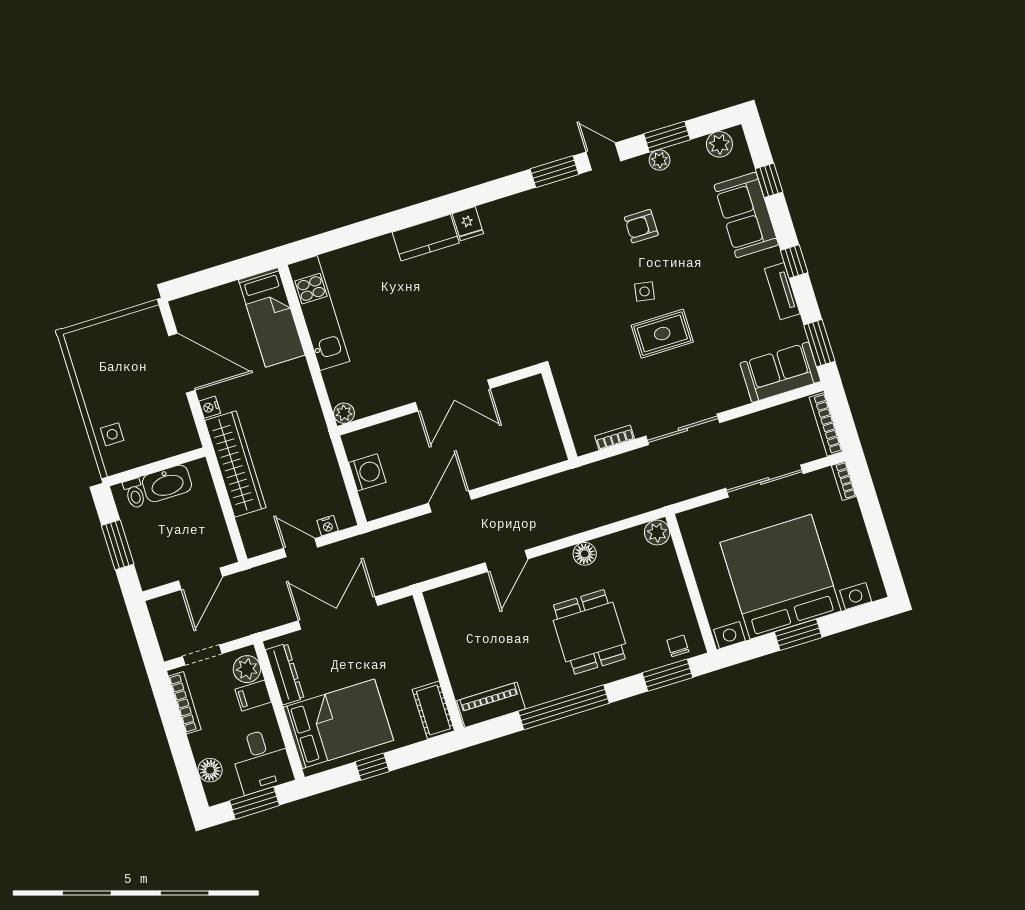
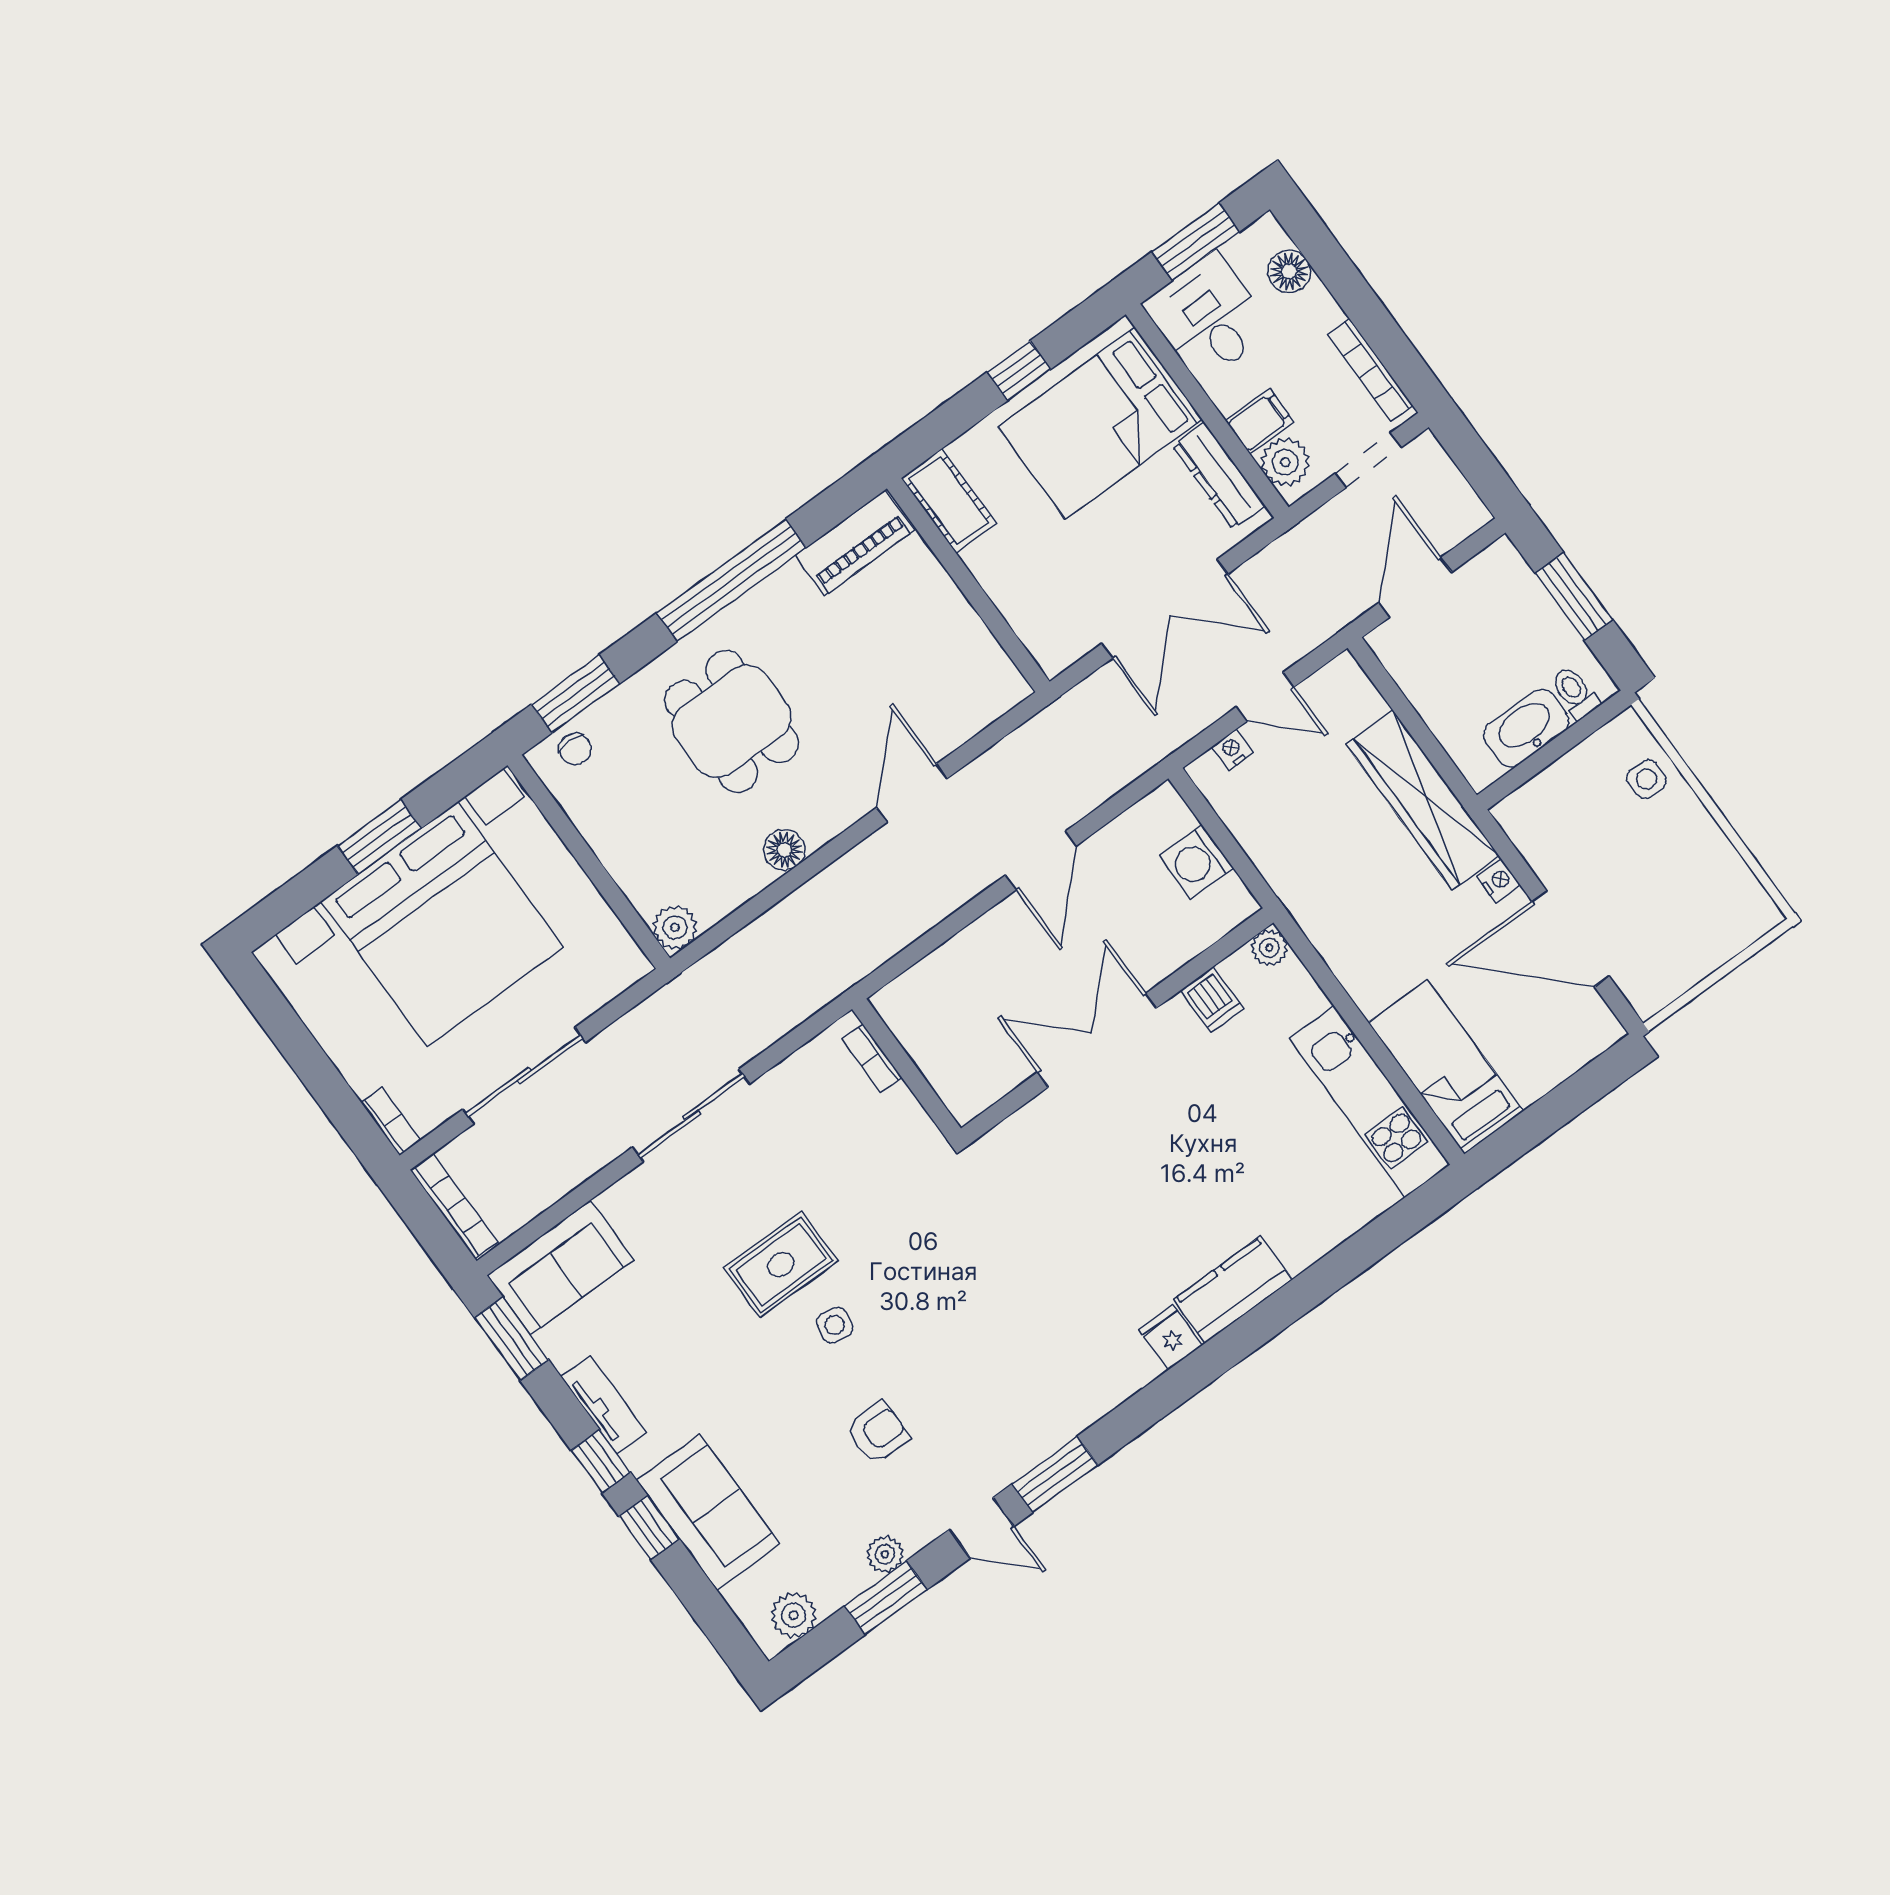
window: (769, 180) -> (649, 1528), moved
dishwasher: (384, 396) -> (1212, 1000), added
bookcase: (615, 438) -> (872, 1058), moved, turned 90

